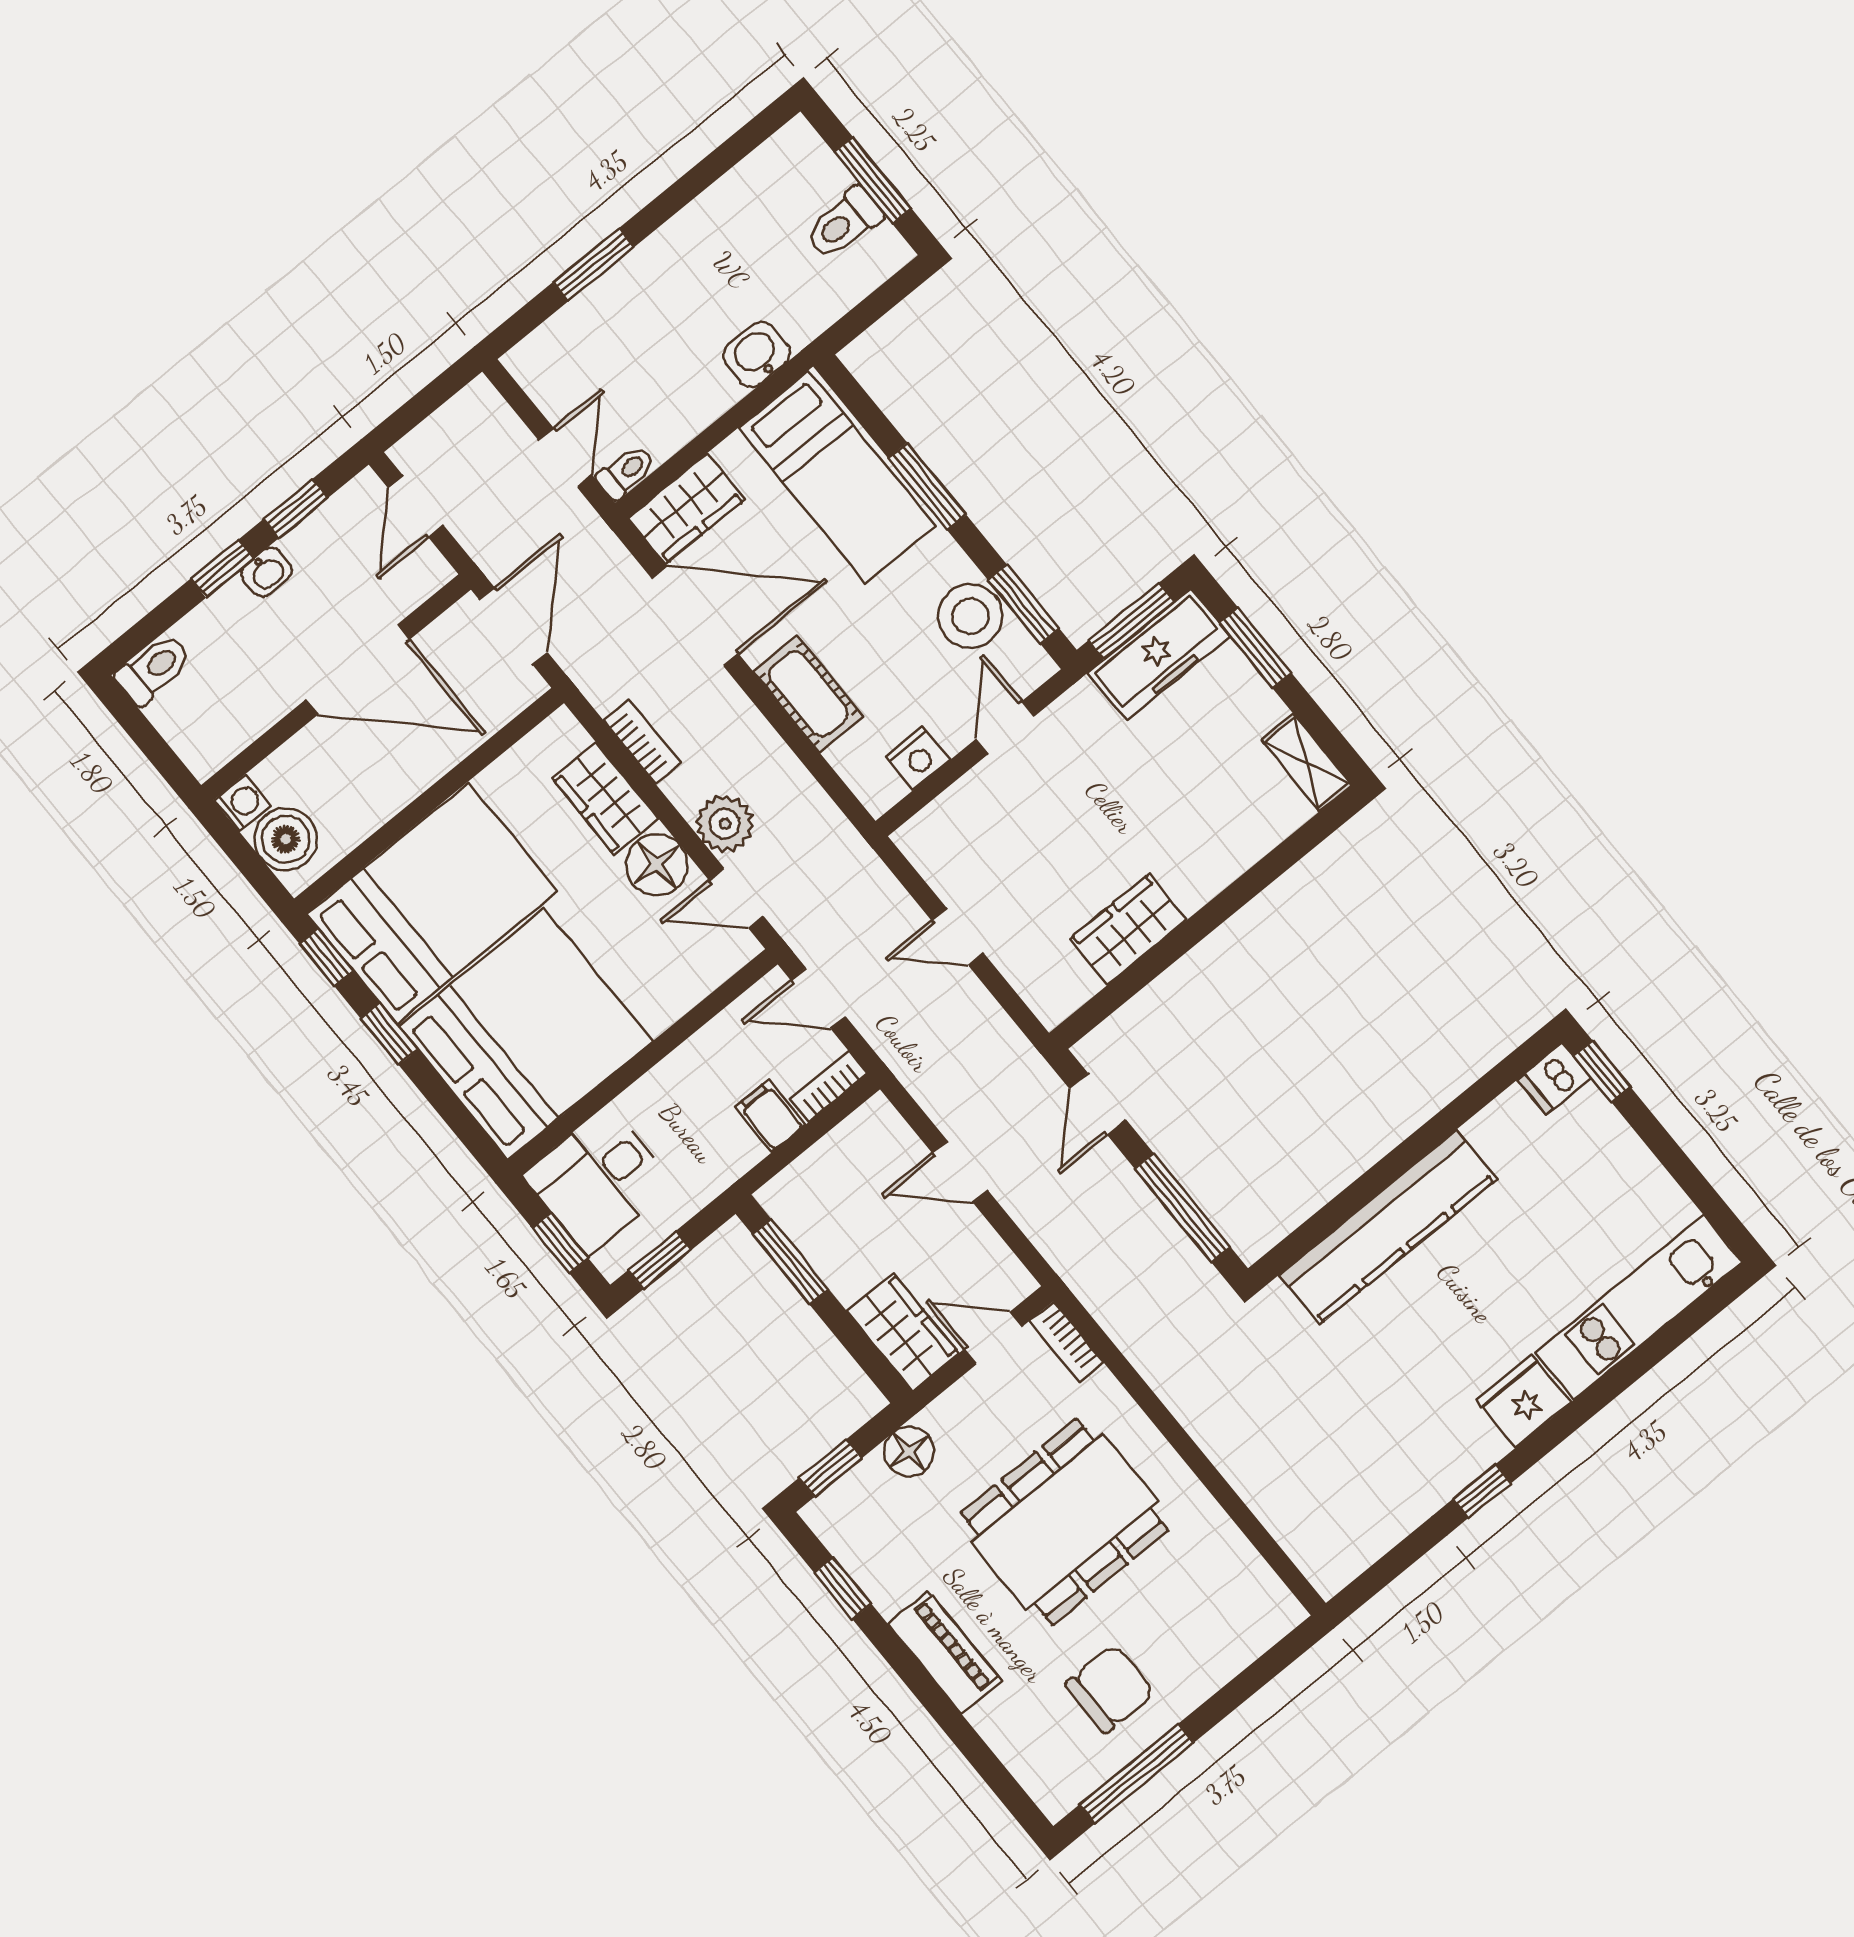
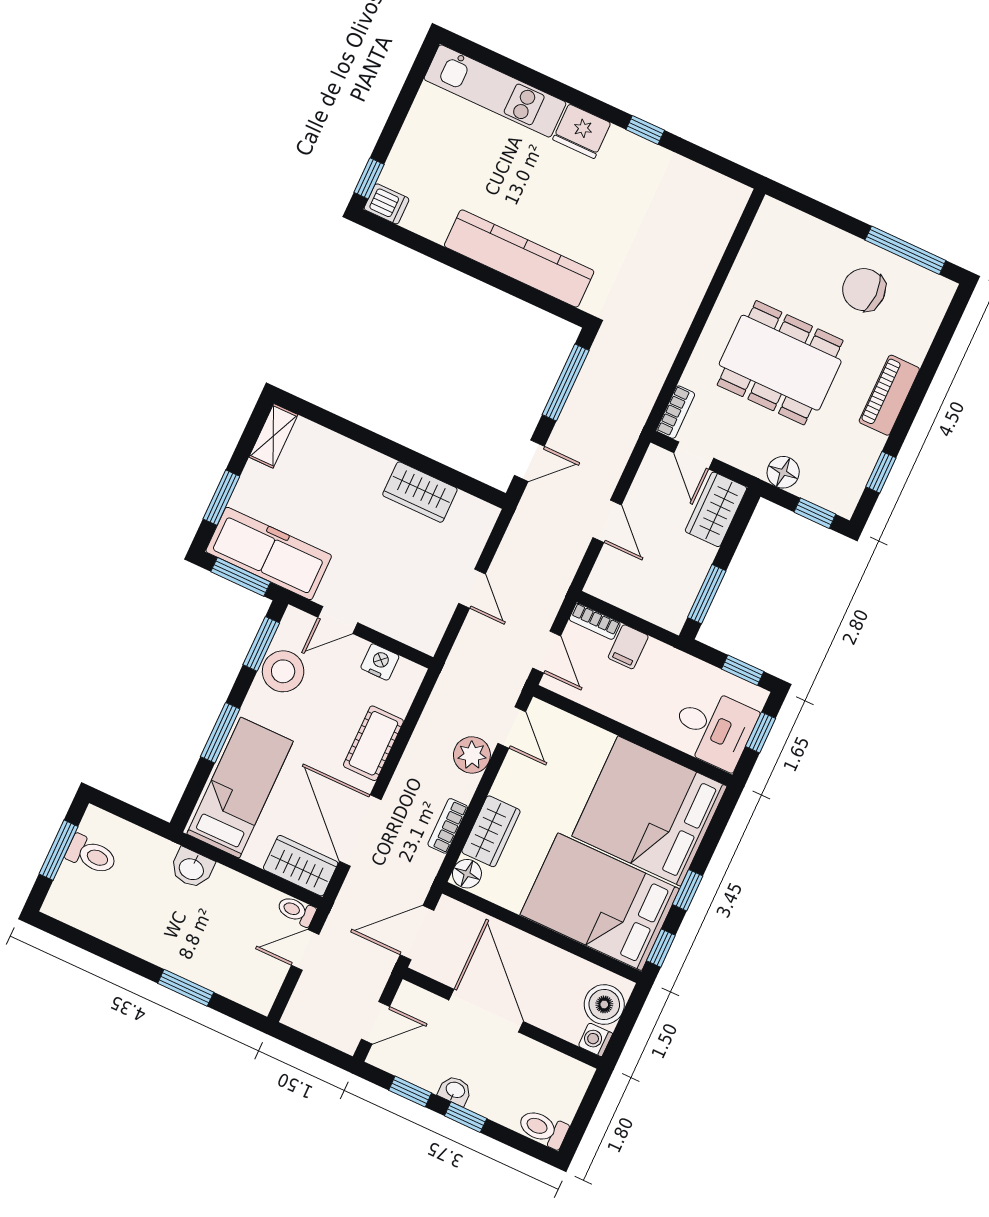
freezer: (1159, 654) -> (269, 553), width x1.36, depth x1.26
floor lamp: (657, 865) -> (467, 874), moved, width x0.73, depth x0.73

